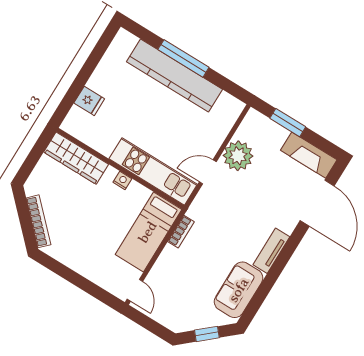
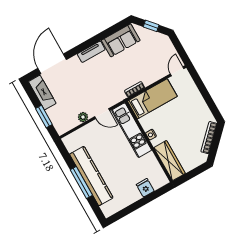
plant: (238, 156) -> (83, 117), width x0.53, depth x0.53

